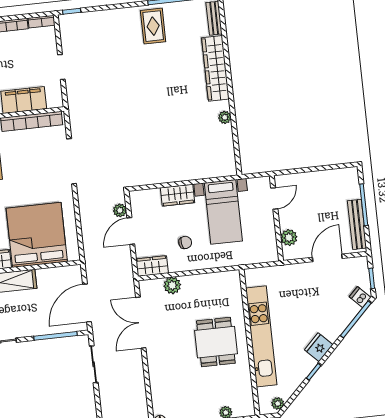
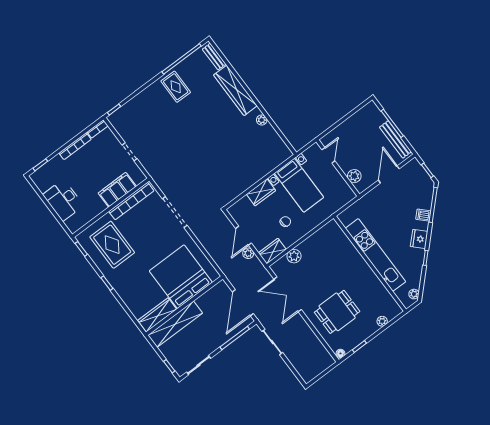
plant: (120, 210) -> (248, 253), moved
dishwasher: (360, 297) -> (423, 215), moved
dining table: (216, 342) -> (337, 312), moved, turned 90

